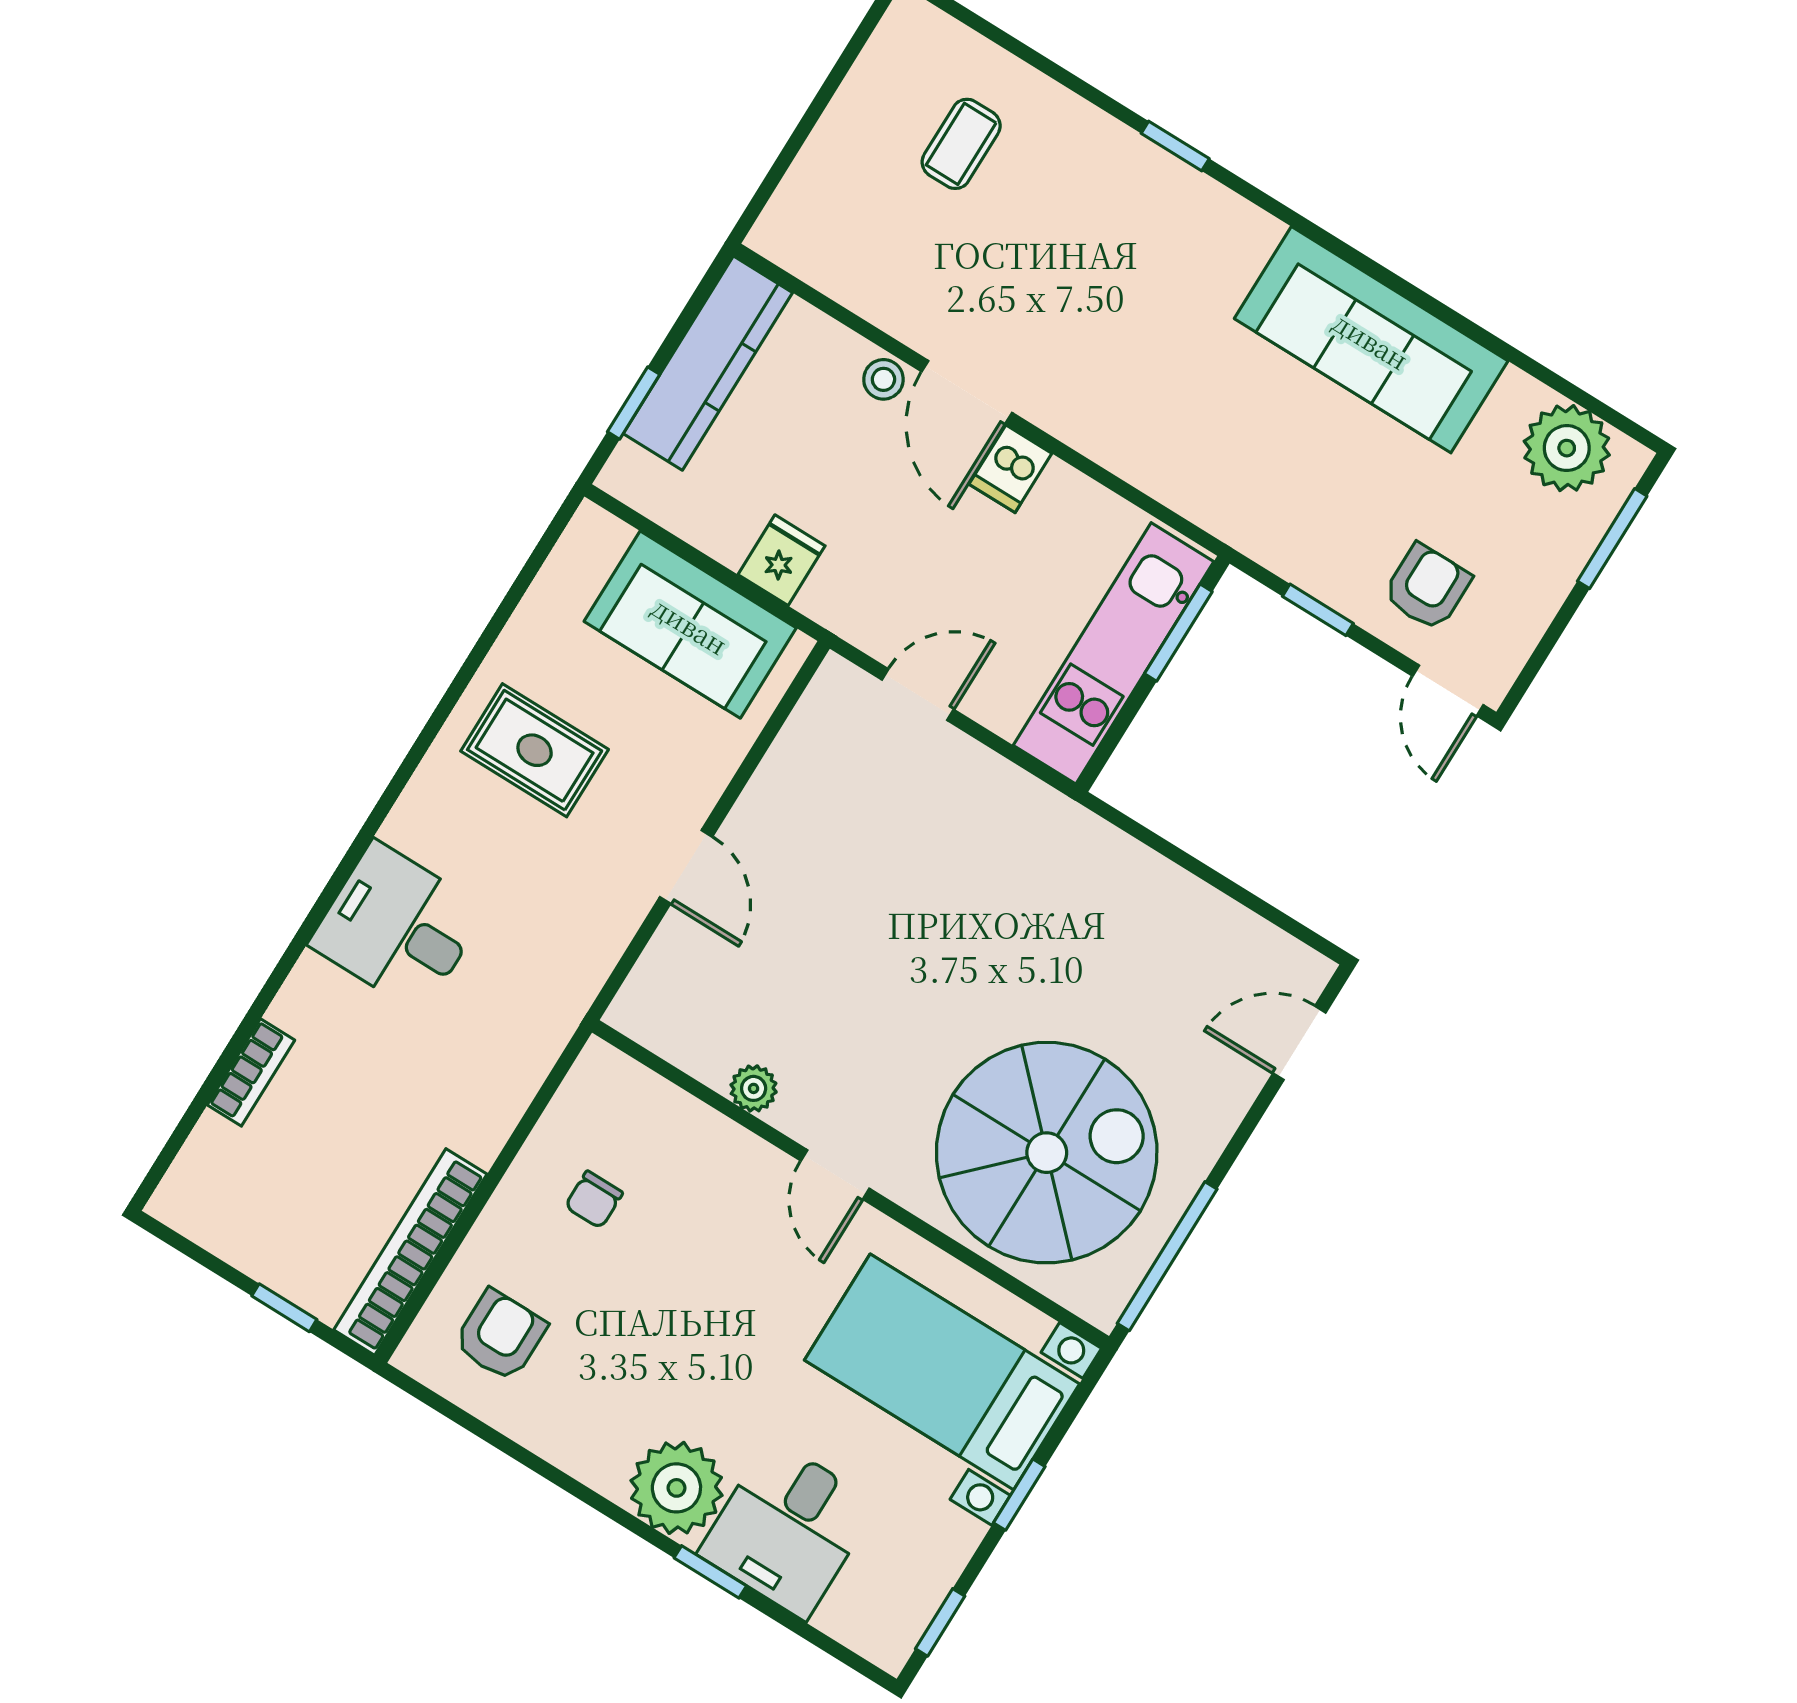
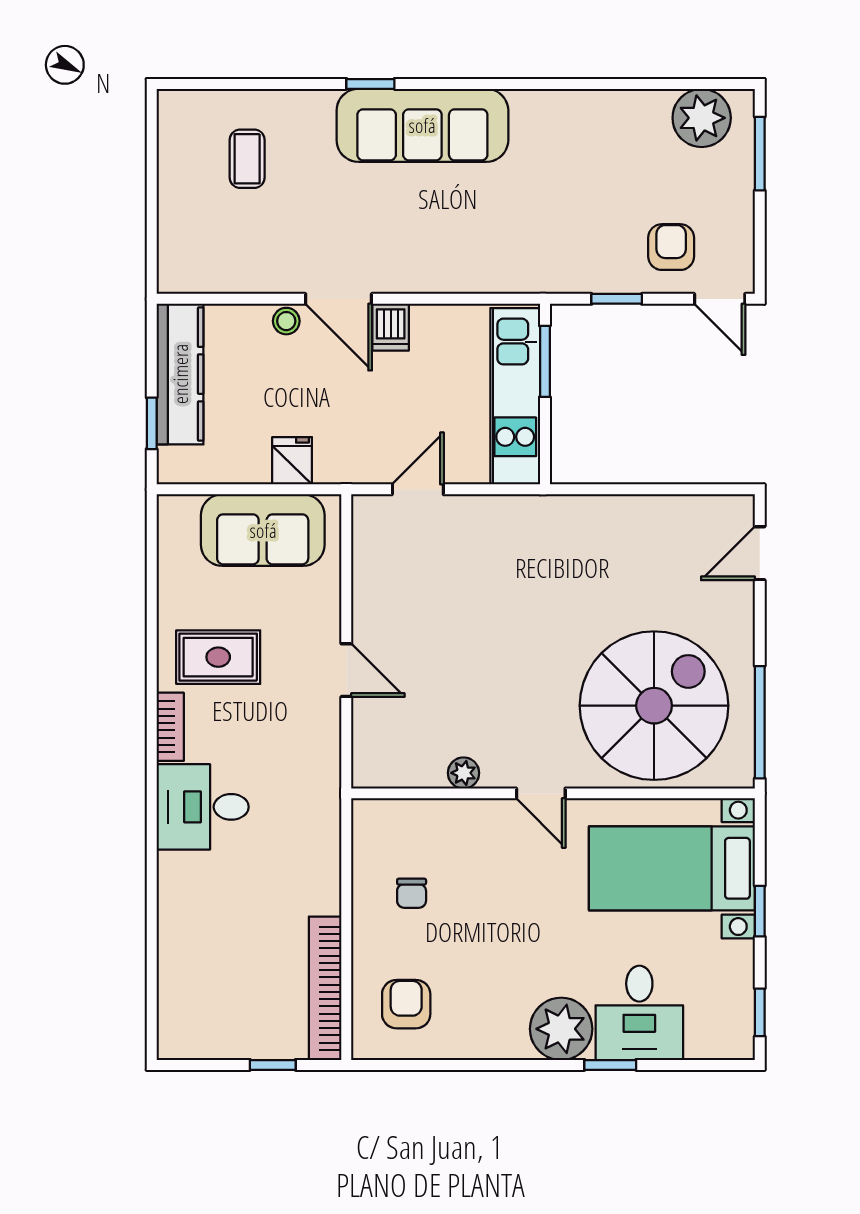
sofa: (1371, 340) -> (422, 125), moved
bookcase: (251, 1072) -> (170, 727), moved

